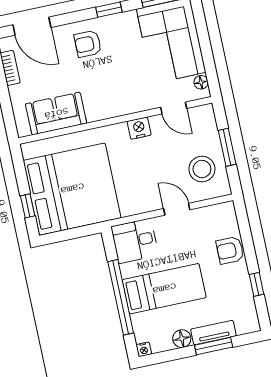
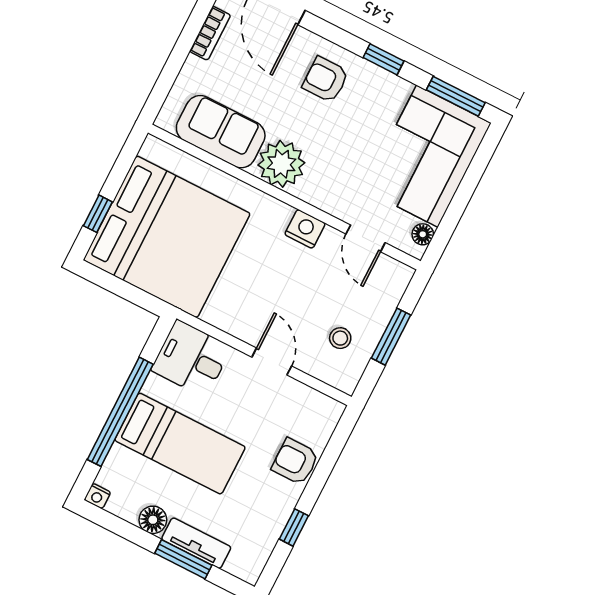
plant: (100, 105) -> (281, 164), added
stool: (202, 169) -> (340, 338), width x0.53, depth x0.53

